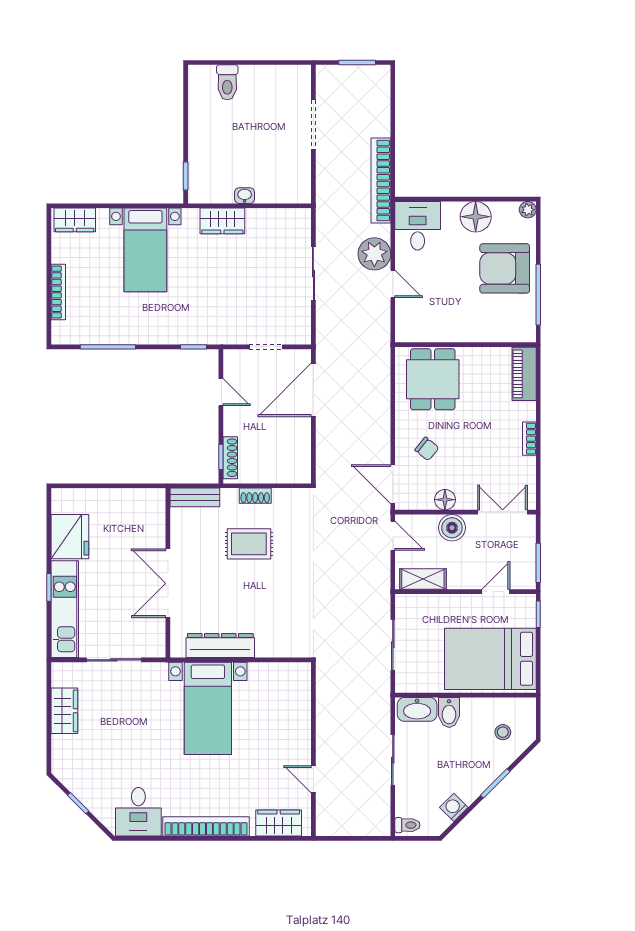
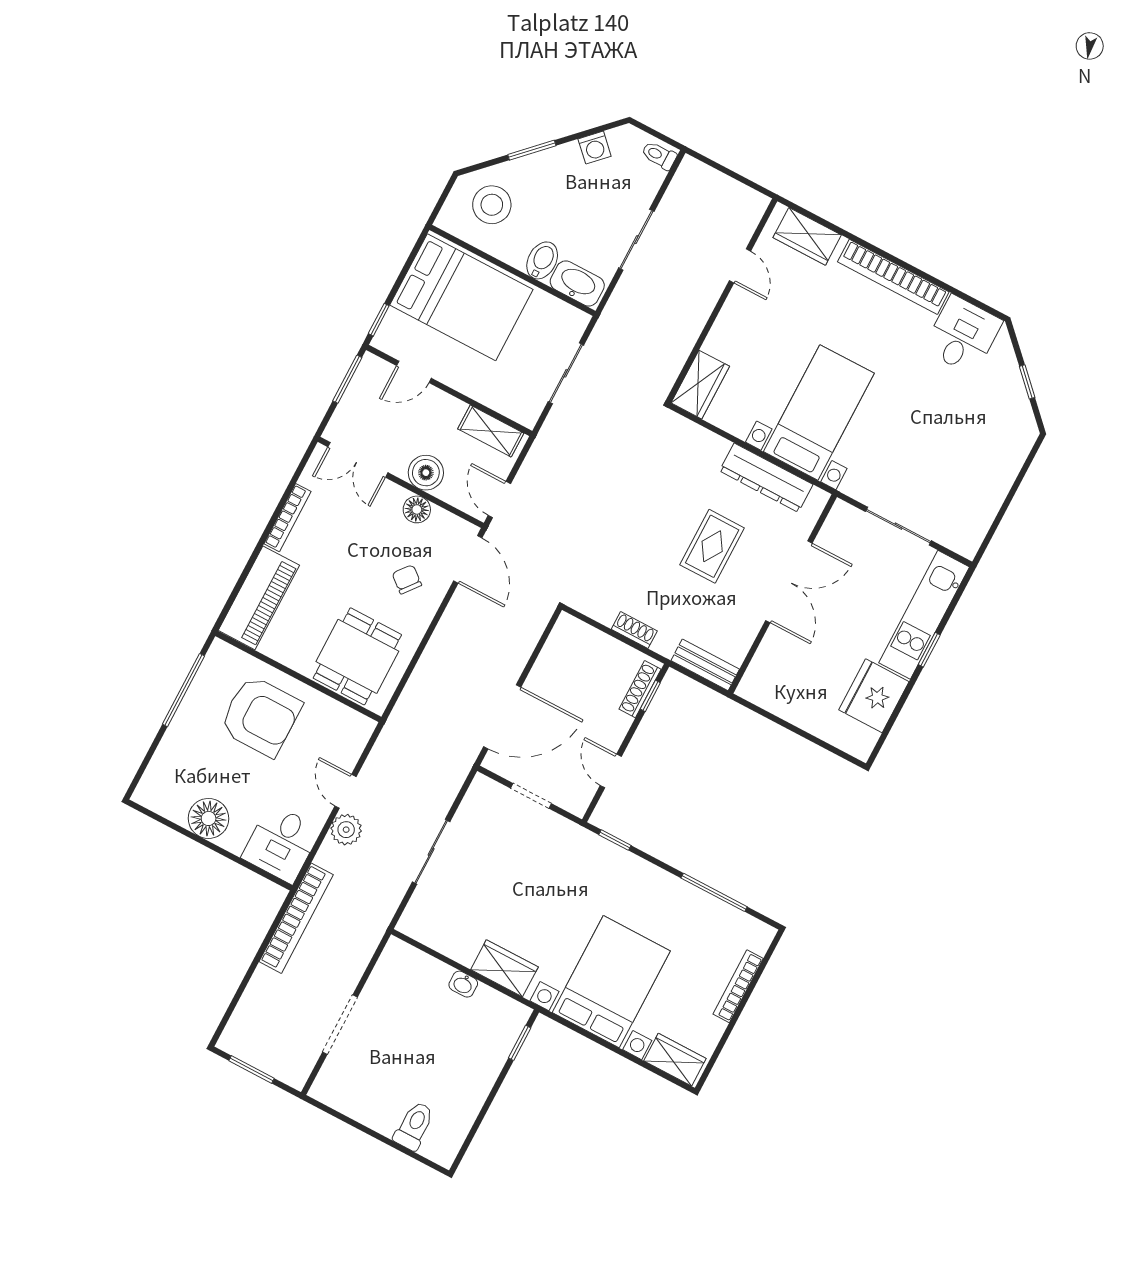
plant: (528, 210) -> (144, 795), removed
bed with nightstands: (145, 250) -> (611, 982), width x1.36
plant: (374, 254) -> (346, 830), width x0.73, depth x0.73
armchair: (505, 268) -> (261, 716), moved
piano: (524, 374) -> (259, 598), width x1.37, depth x1.33
bookcase: (529, 439) -> (288, 518), width x1.56
rug: (249, 544) -> (712, 546), moved, turned 90
wardrobe: (64, 711) -> (700, 385), moved, turned 180
stool: (503, 732) -> (492, 205), width x1.89, depth x1.89

